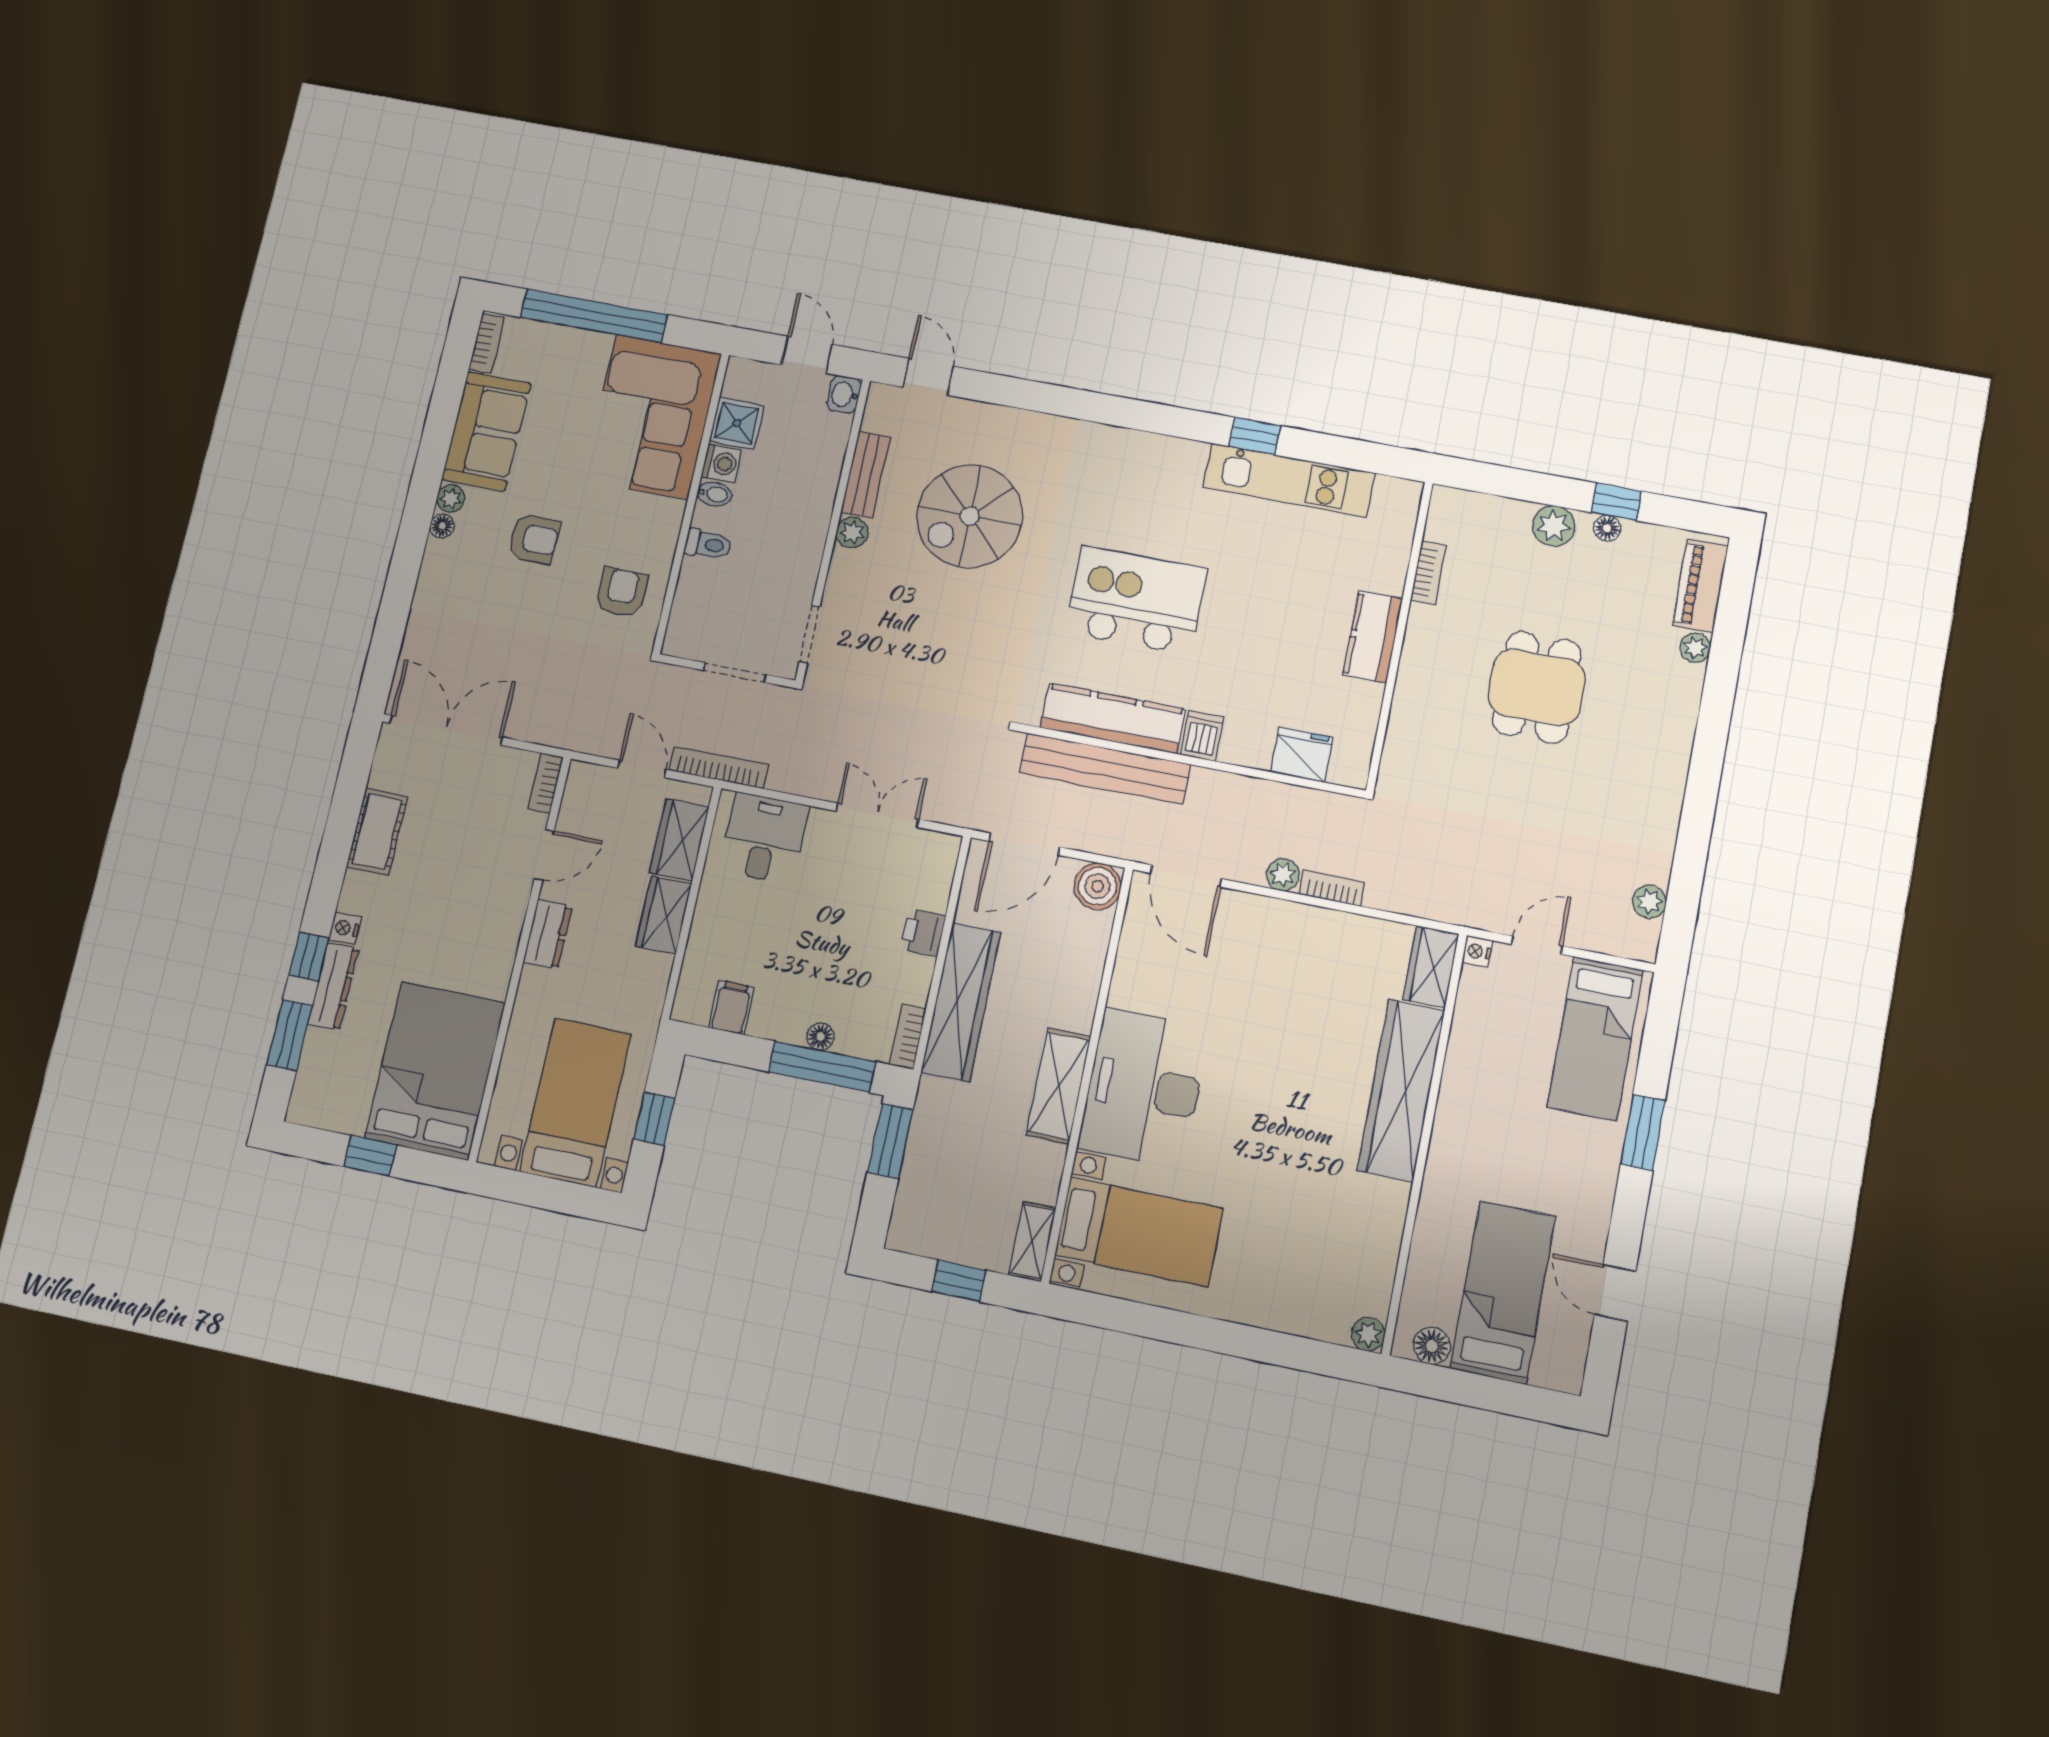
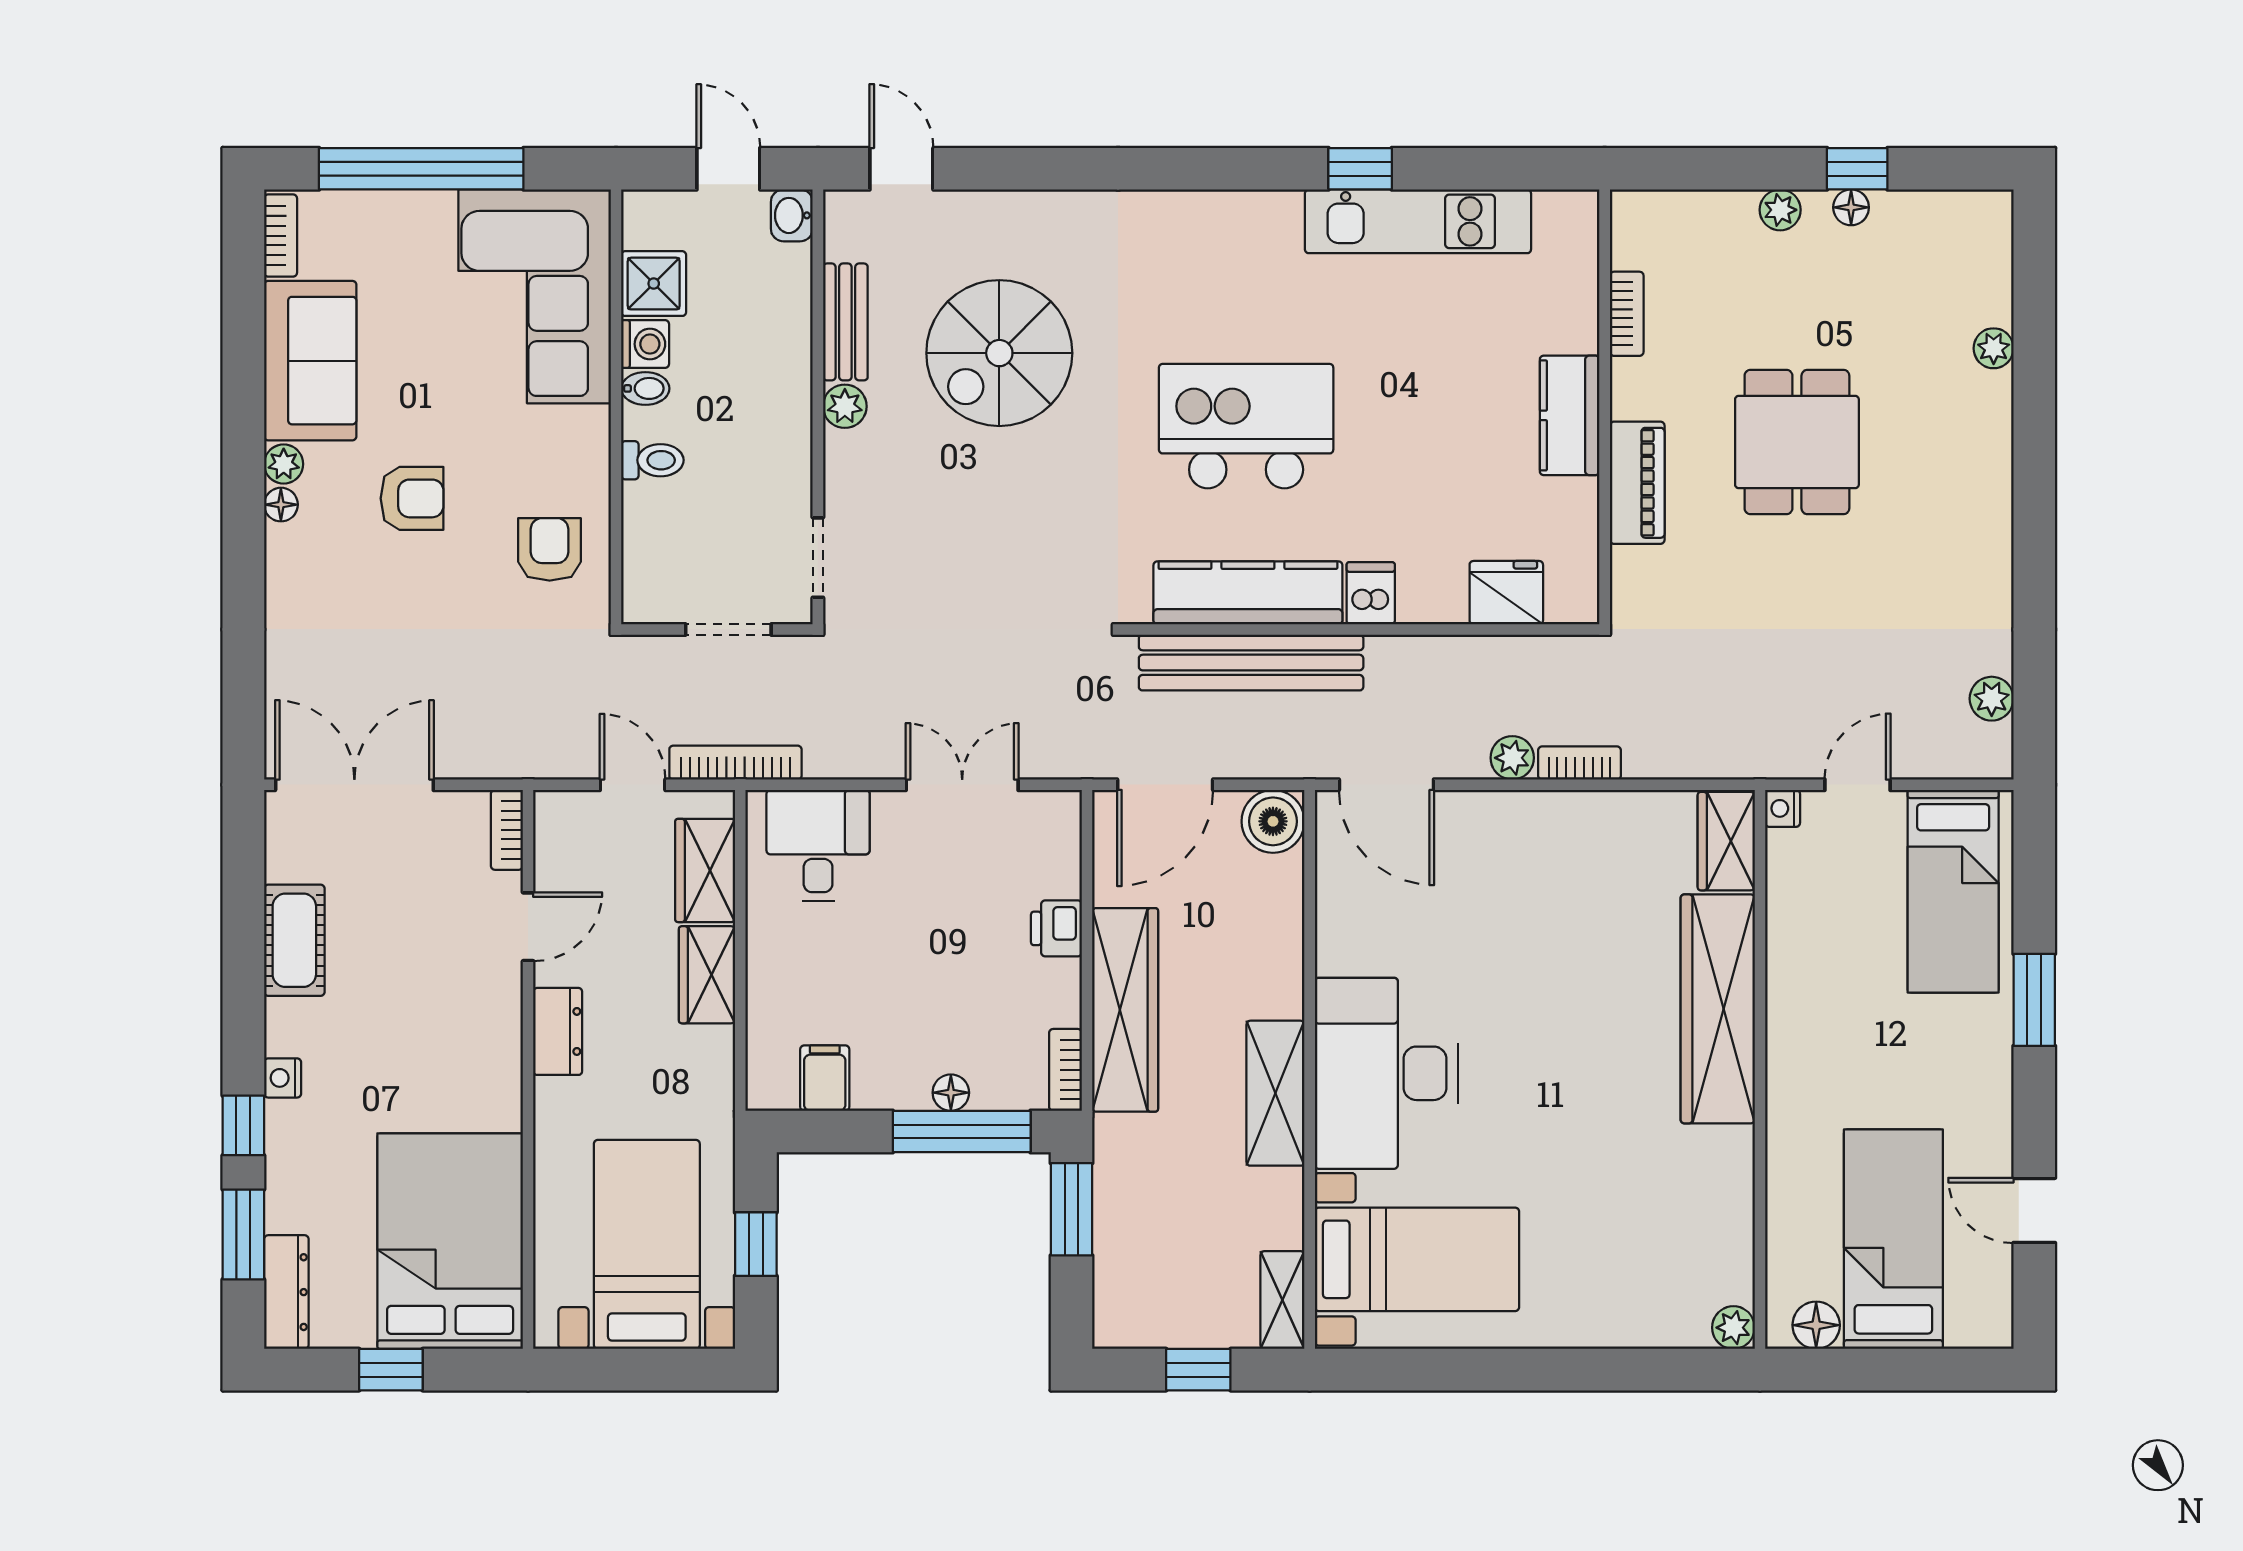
plant: (1554, 526) -> (1780, 210), width x0.73, depth x0.73
piano: (1700, 586) -> (1637, 483), moved, turned 180
dresser: (333, 986) -> (286, 1292), moved

